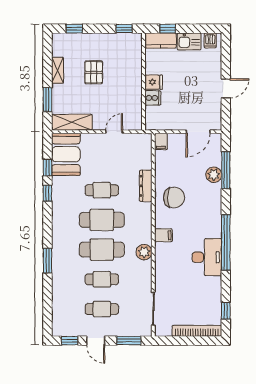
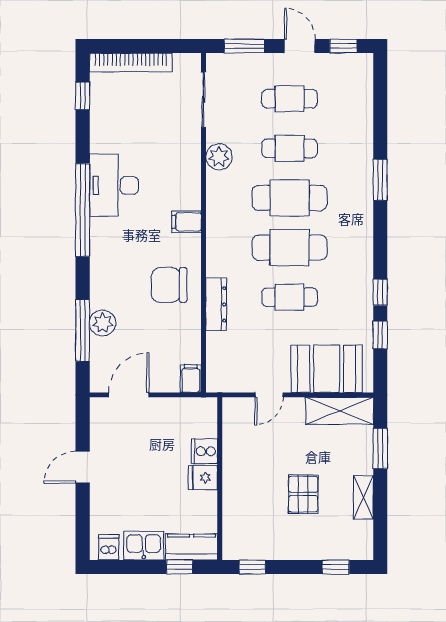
booth: (66, 154) -> (327, 369), moved, turned 90
plant: (144, 252) -> (219, 157), moved

